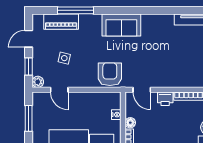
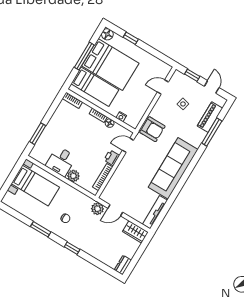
sofa: (121, 25) -> (173, 168), width x1.85, depth x1.27
plant: (38, 82) -> (177, 75), removed
window: (29, 118) -> (156, 53), removed

